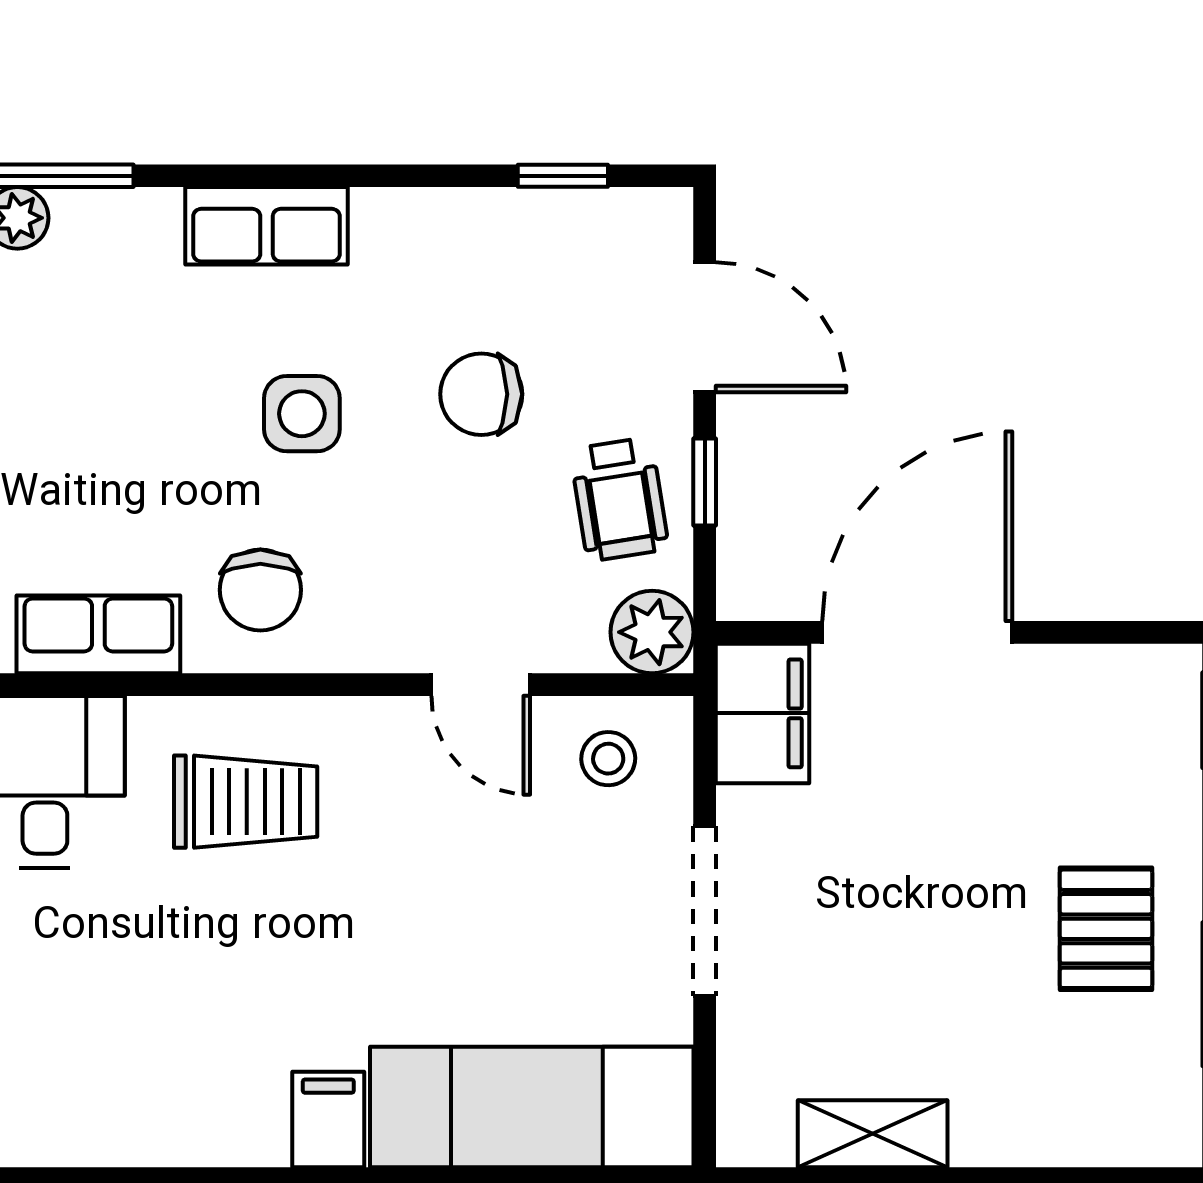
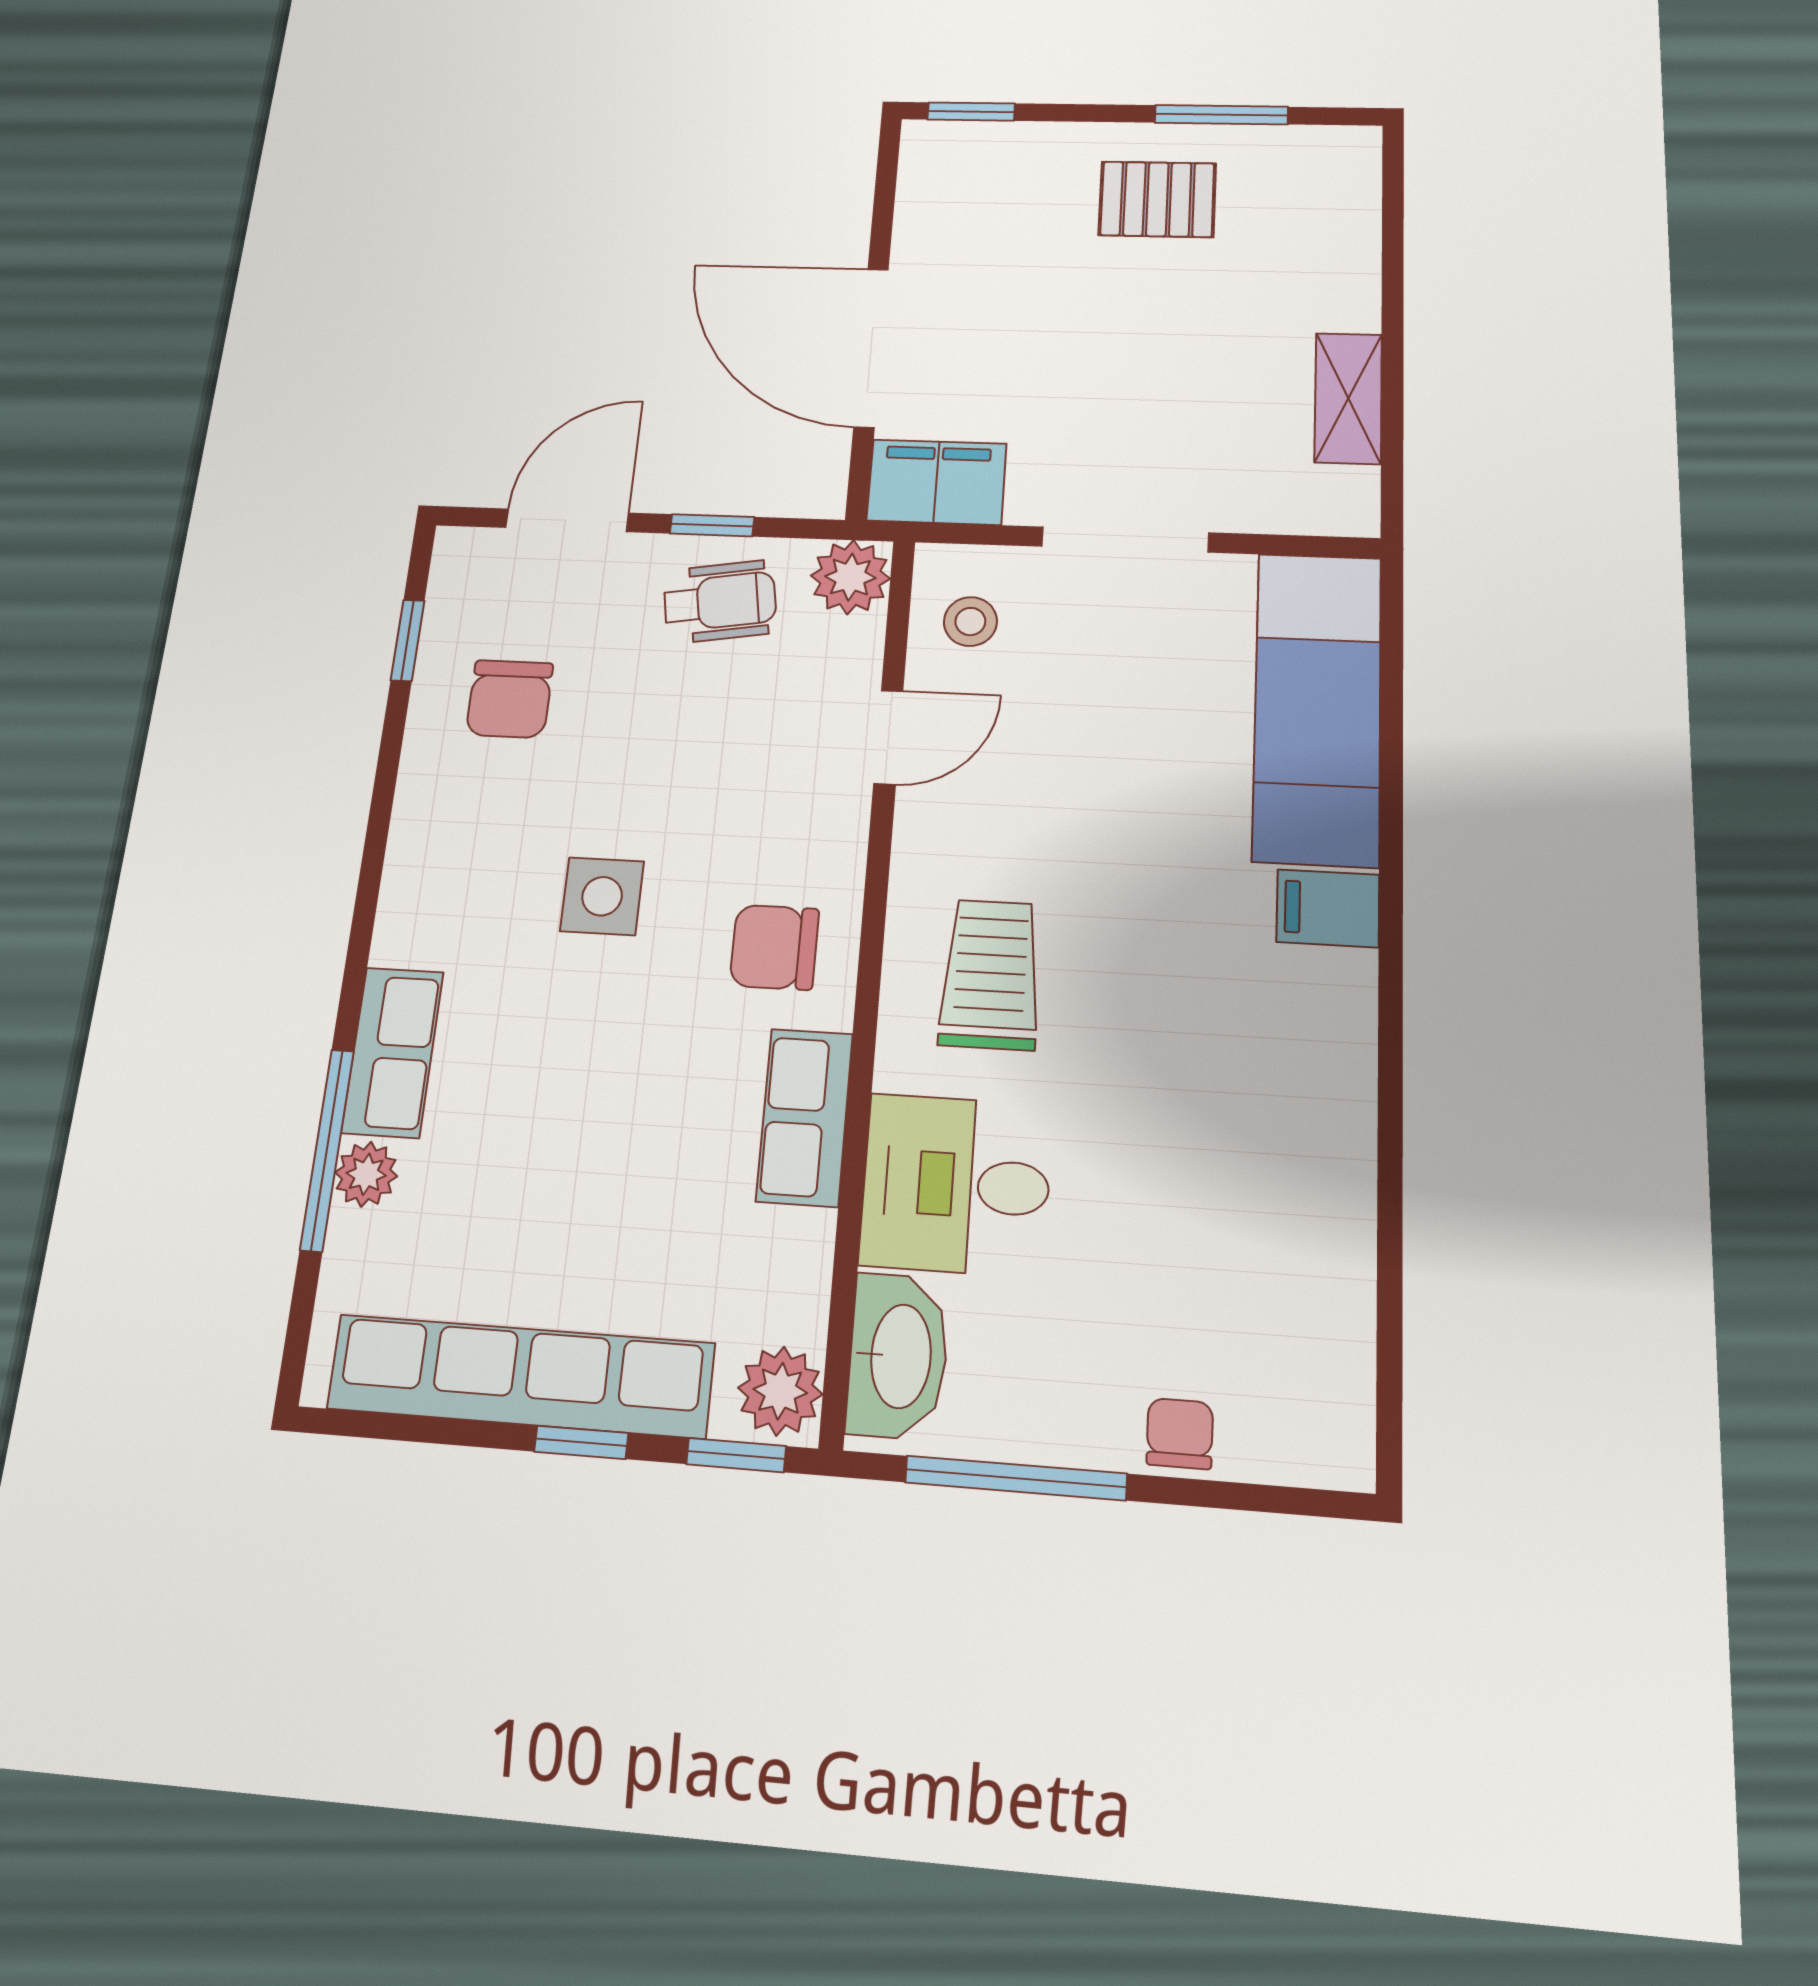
row of seats: (267, 226) -> (393, 1052), moved
chair: (481, 394) -> (510, 699), moved
chair: (260, 590) -> (774, 947), turned 180

